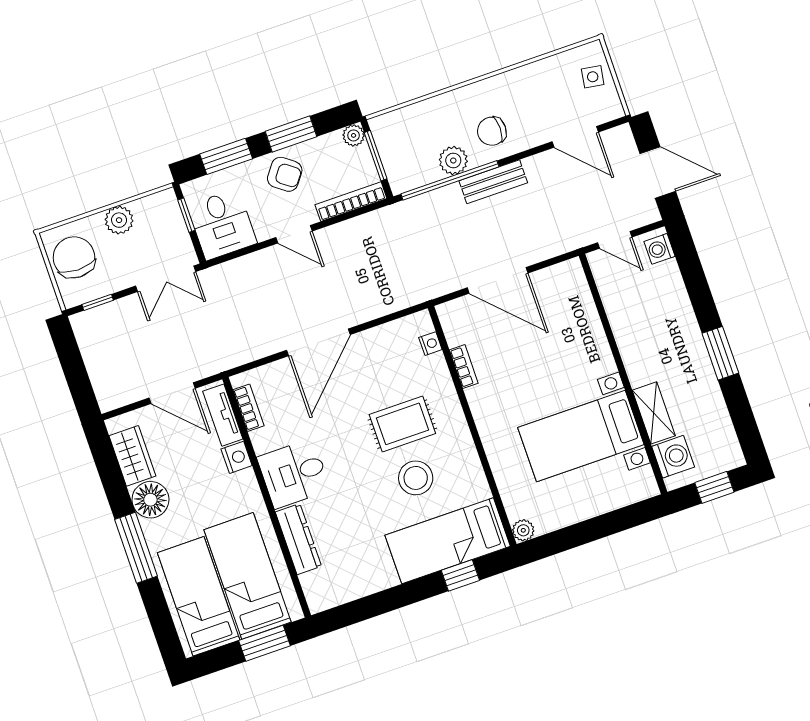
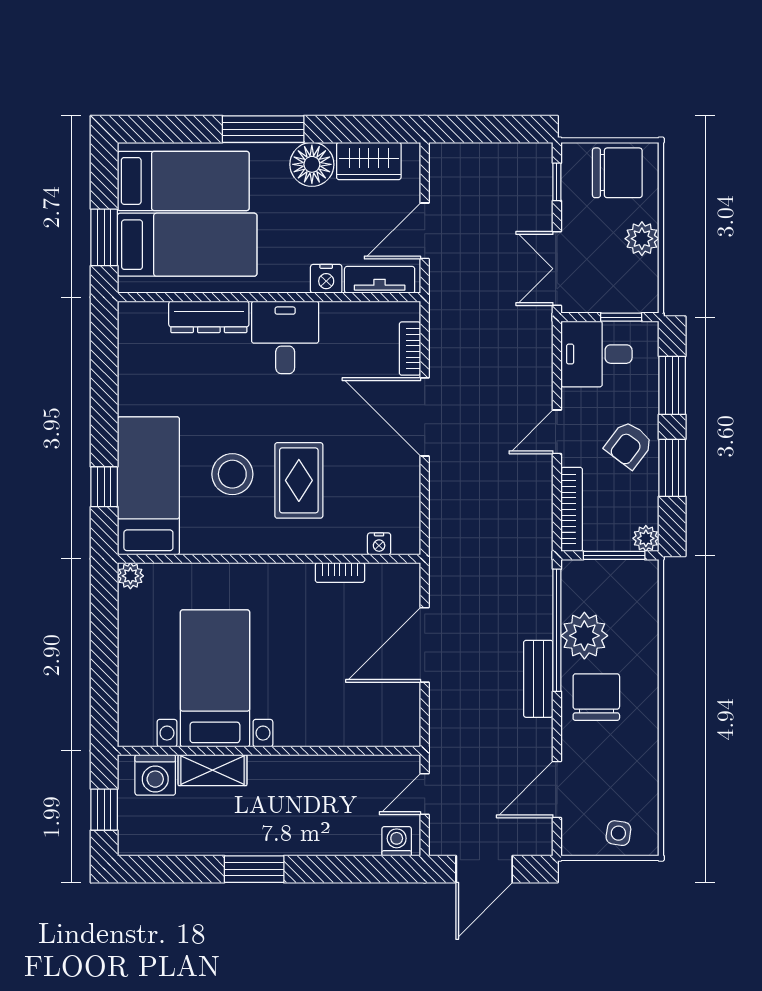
chair: (492, 131) -> (596, 697), width x1.37, depth x1.37
plant: (453, 160) -> (584, 636), width x1.36, depth x1.36
bookcase: (248, 408) -> (410, 349), moved, turned 90

